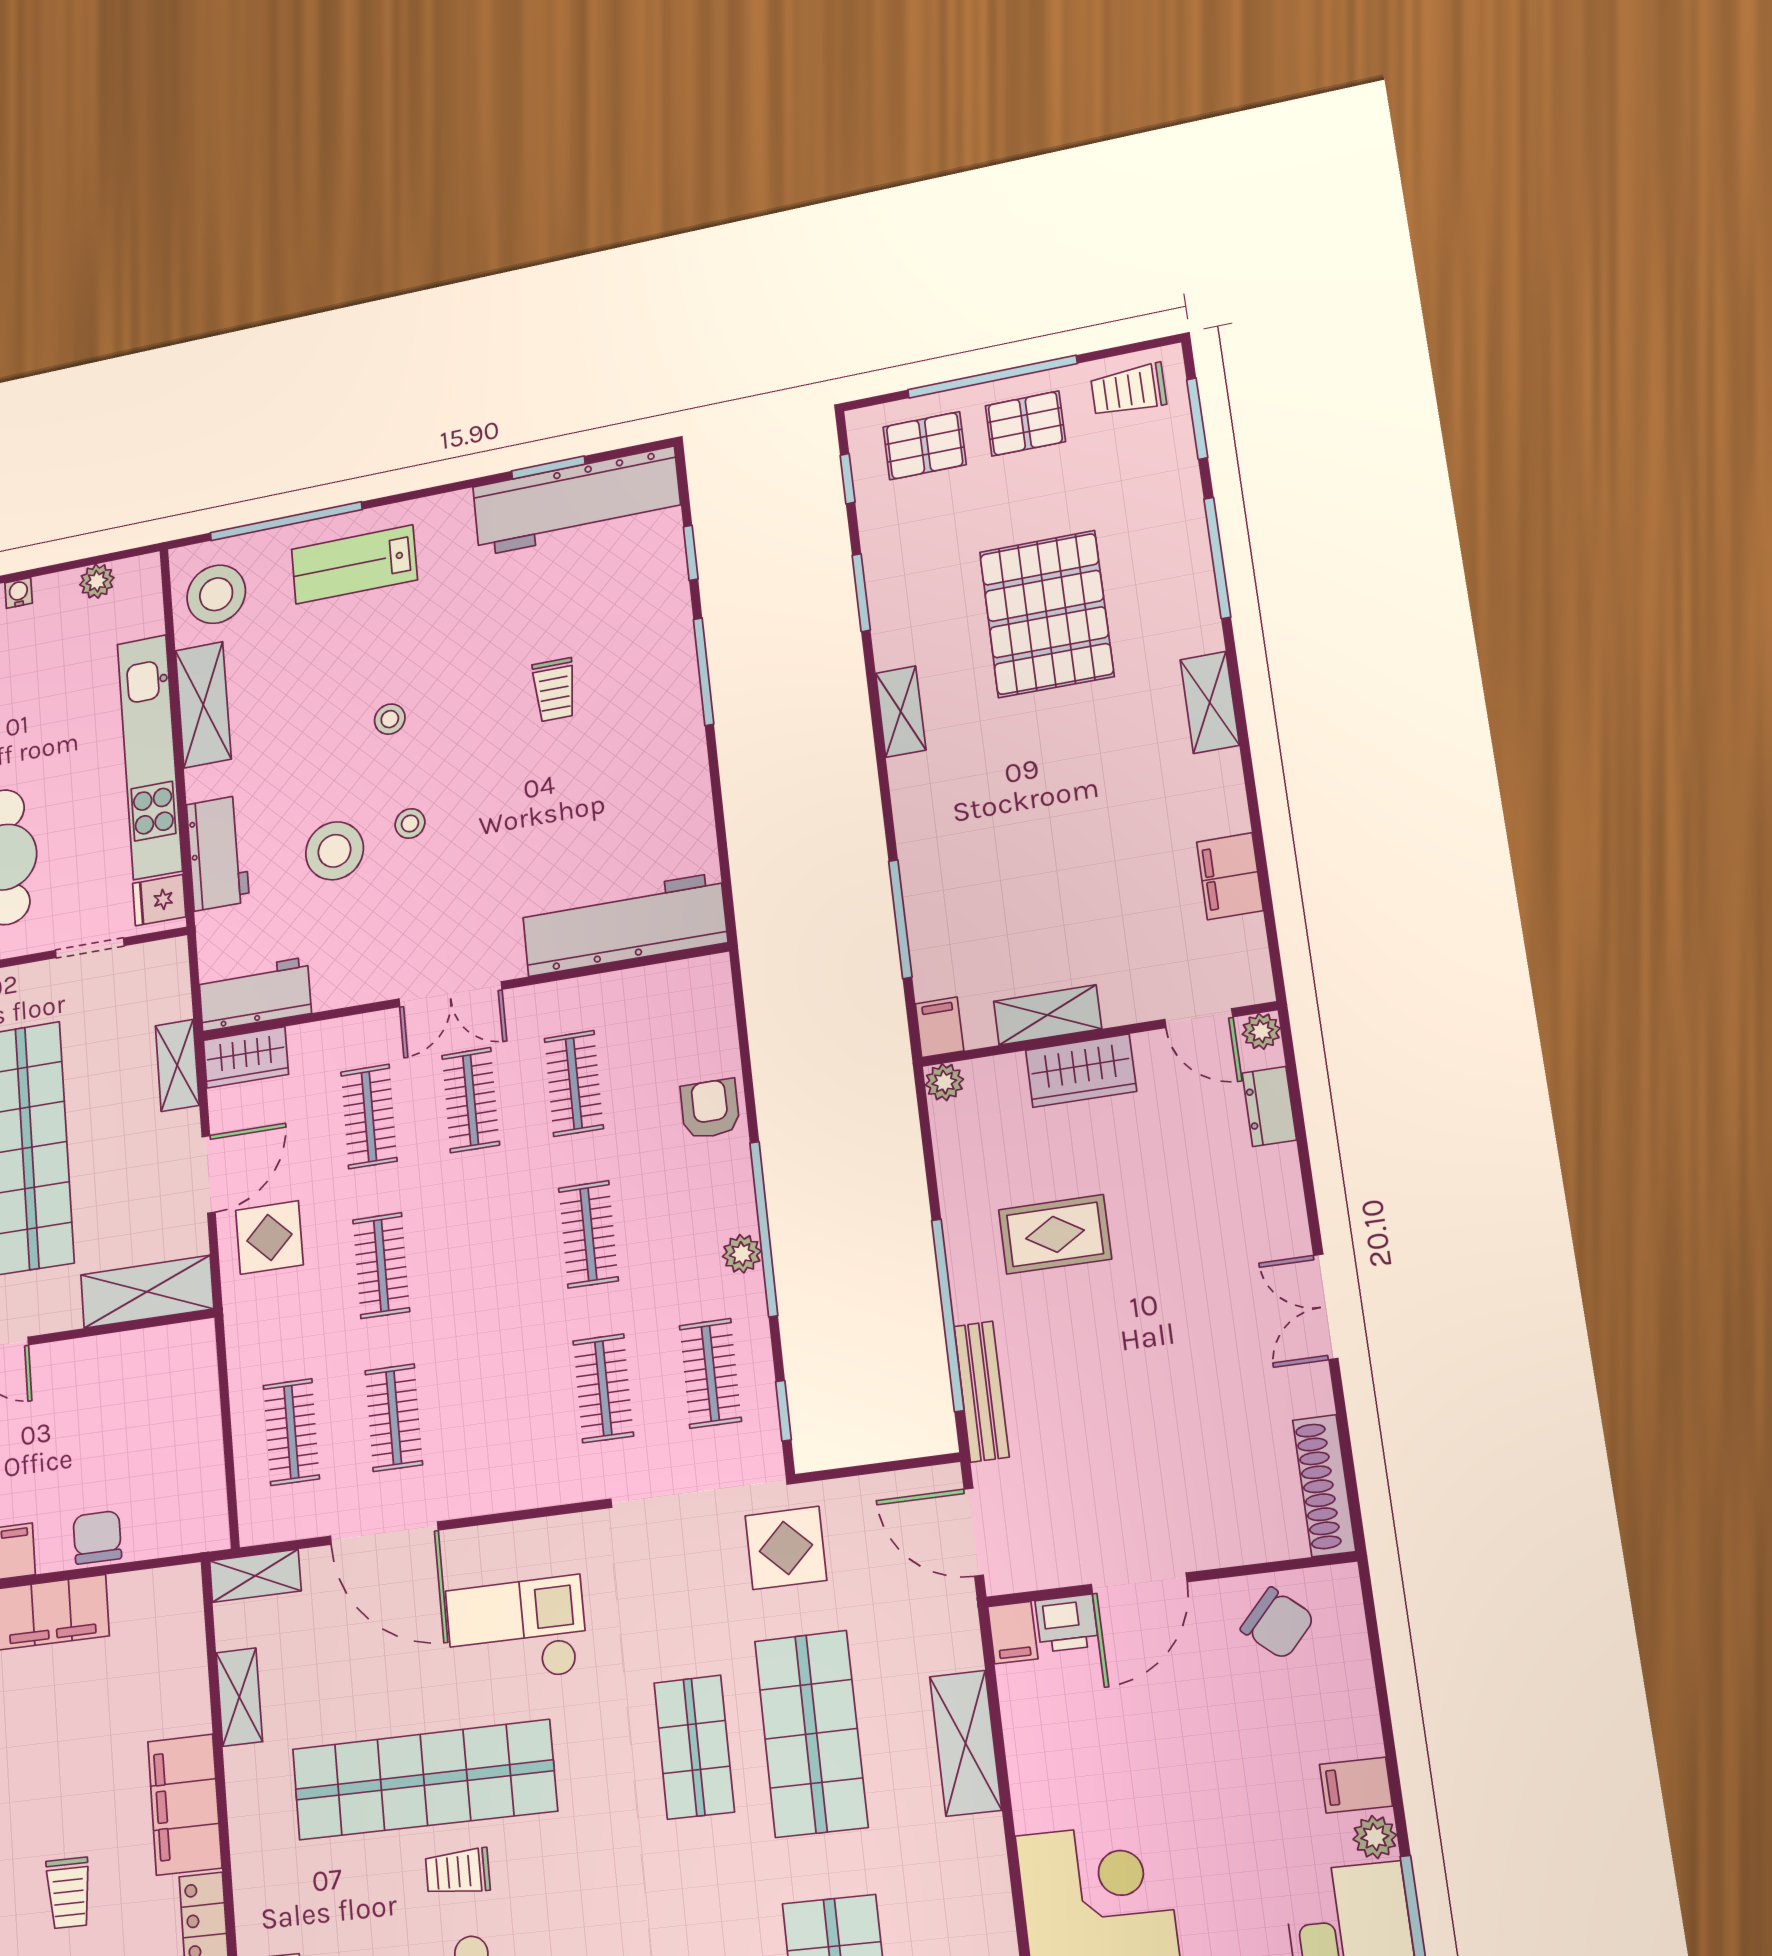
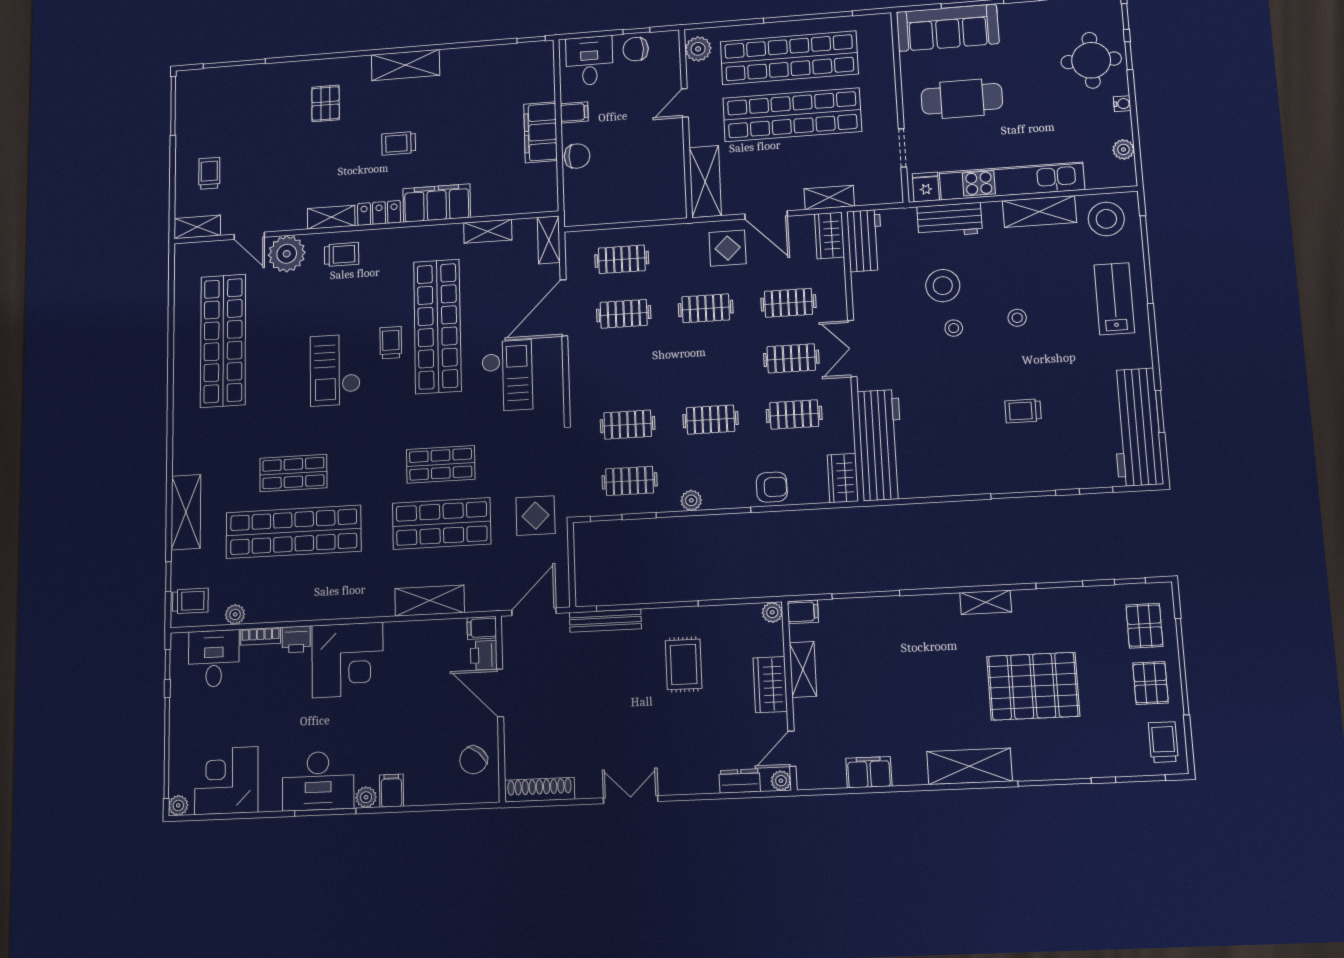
shelving: (1210, 702) -> (969, 766), width x1.50, depth x1.33
wardrobe: (687, 984) -> (843, 478), added

